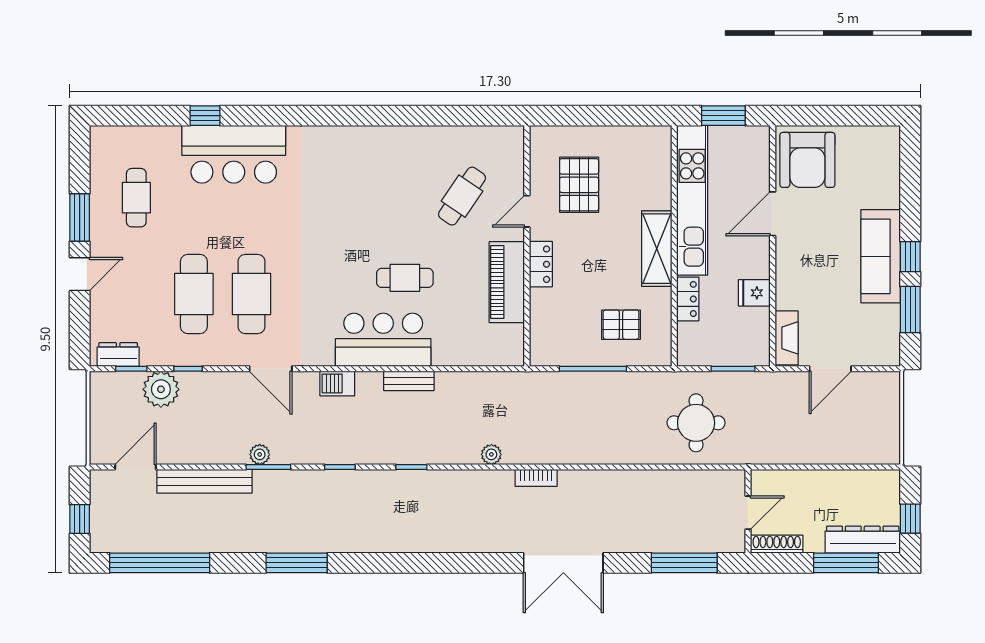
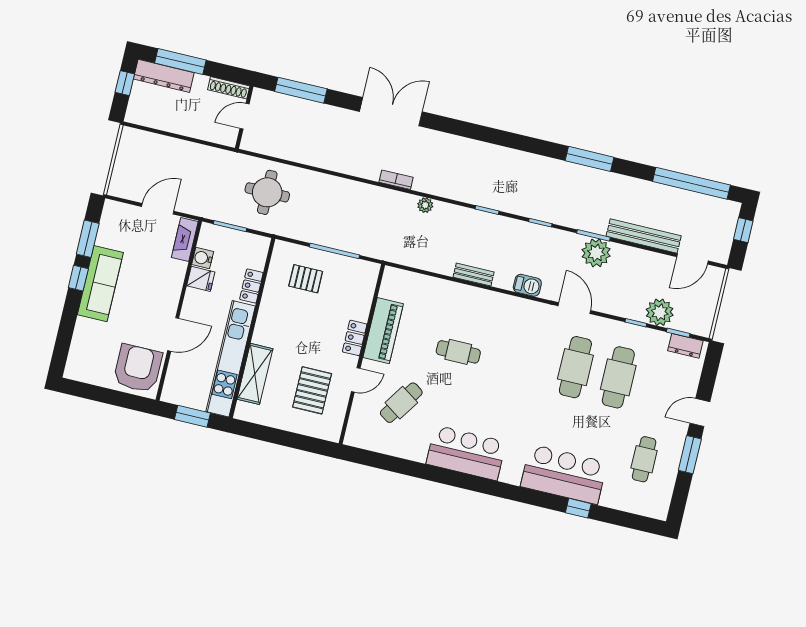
shelving: (657, 249) -> (255, 374), moved
water cooler: (758, 320) -> (203, 258), added
bar counter: (383, 340) -> (466, 453), moved, turned 180
plant: (260, 454) -> (596, 253), width x1.87, depth x1.87

